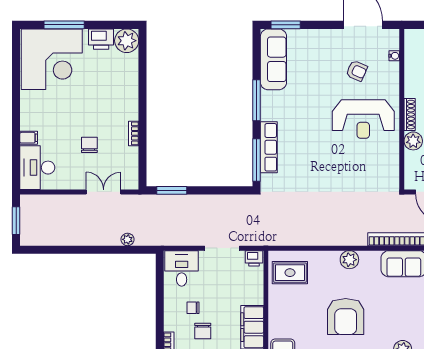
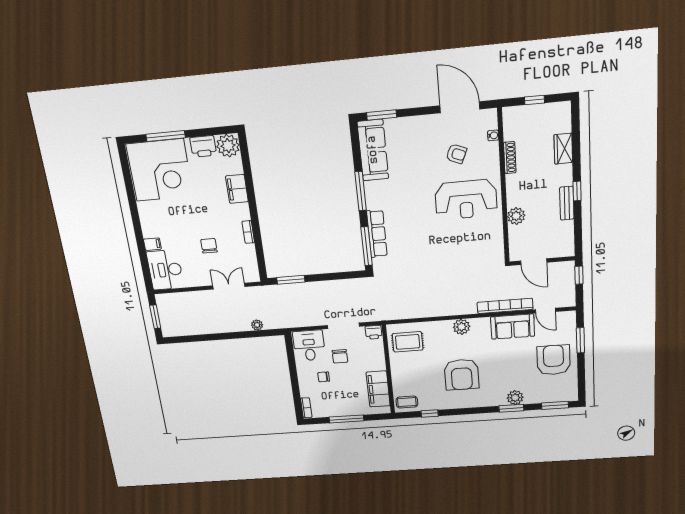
filing cabinet: (129, 86) -> (237, 189), added
shoe rack: (410, 115) -> (510, 158), moved
chair: (203, 331) -> (340, 356), moved

